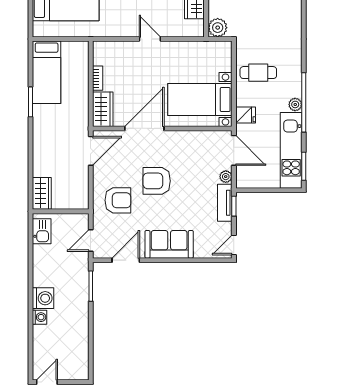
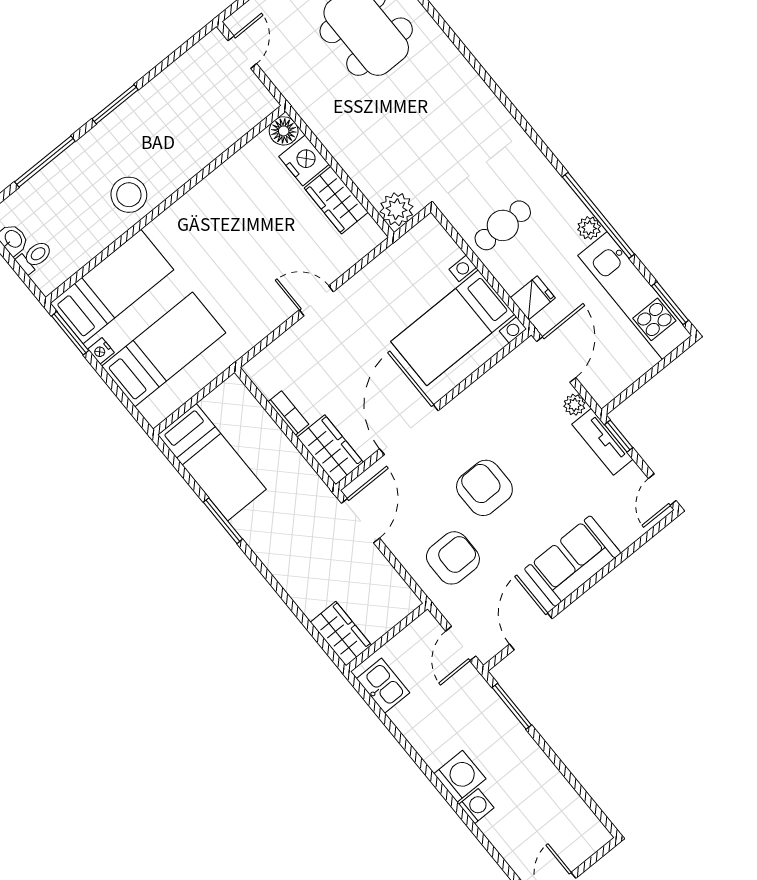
door: (234, 150) -> (556, 360), hinge flipped
armchair: (157, 181) -> (484, 488), turned 90

